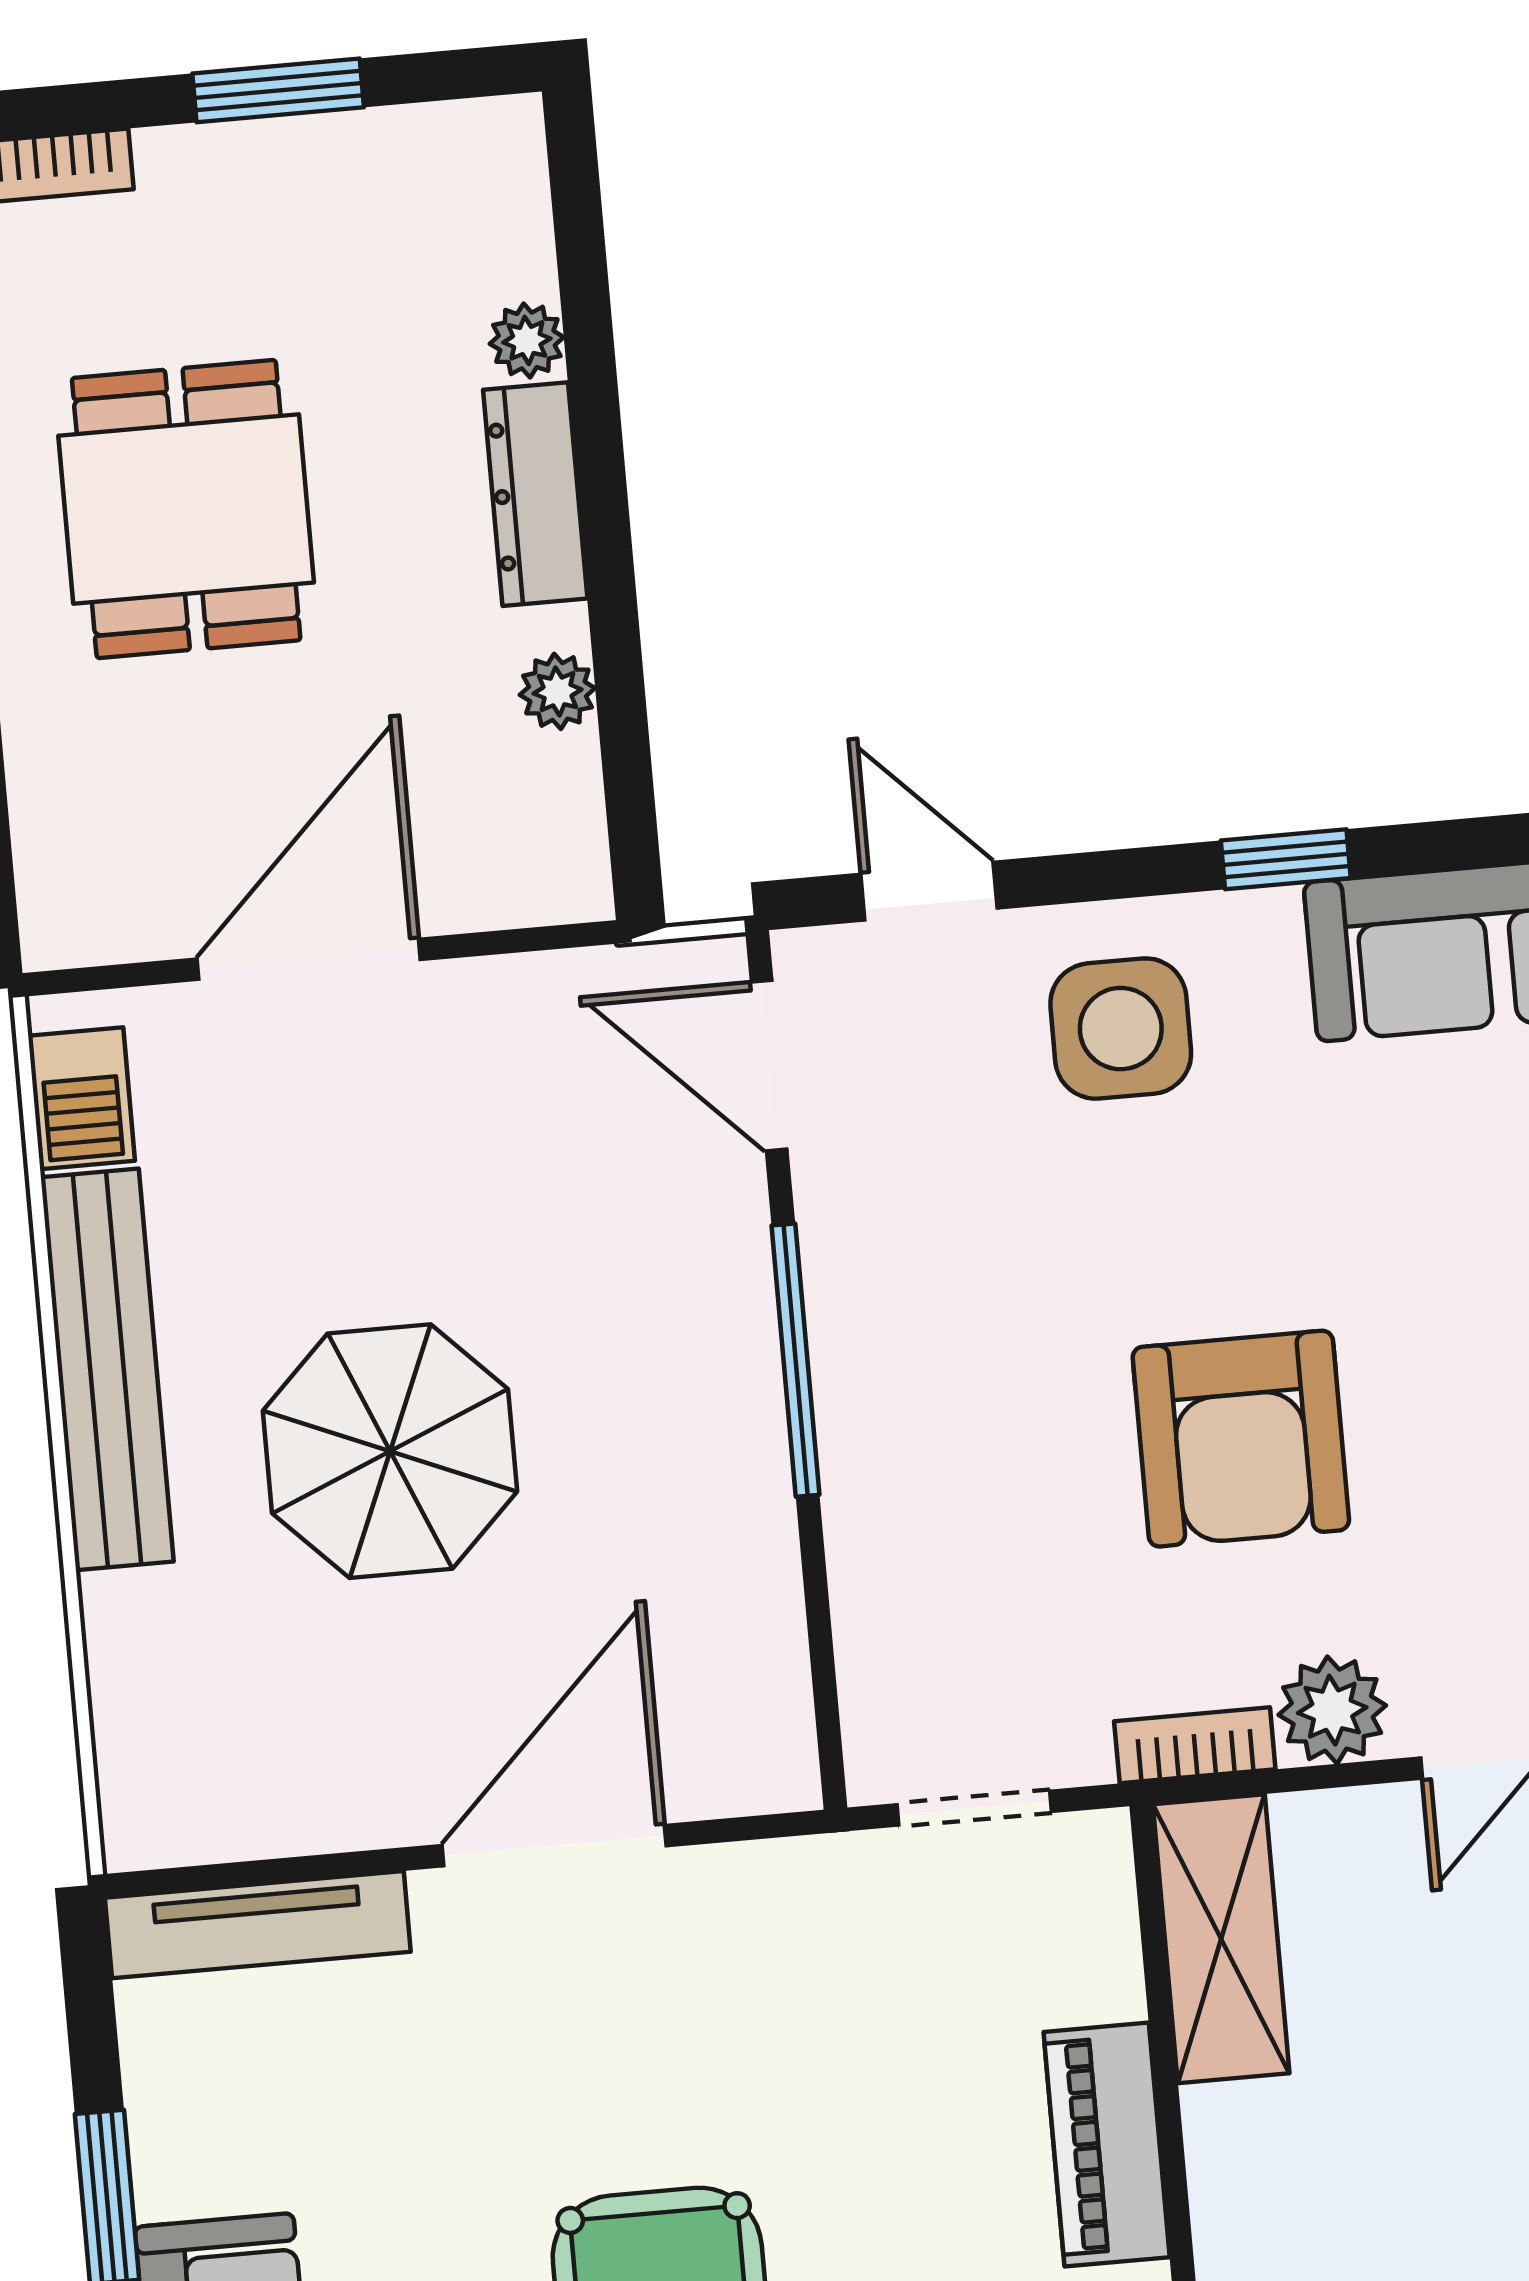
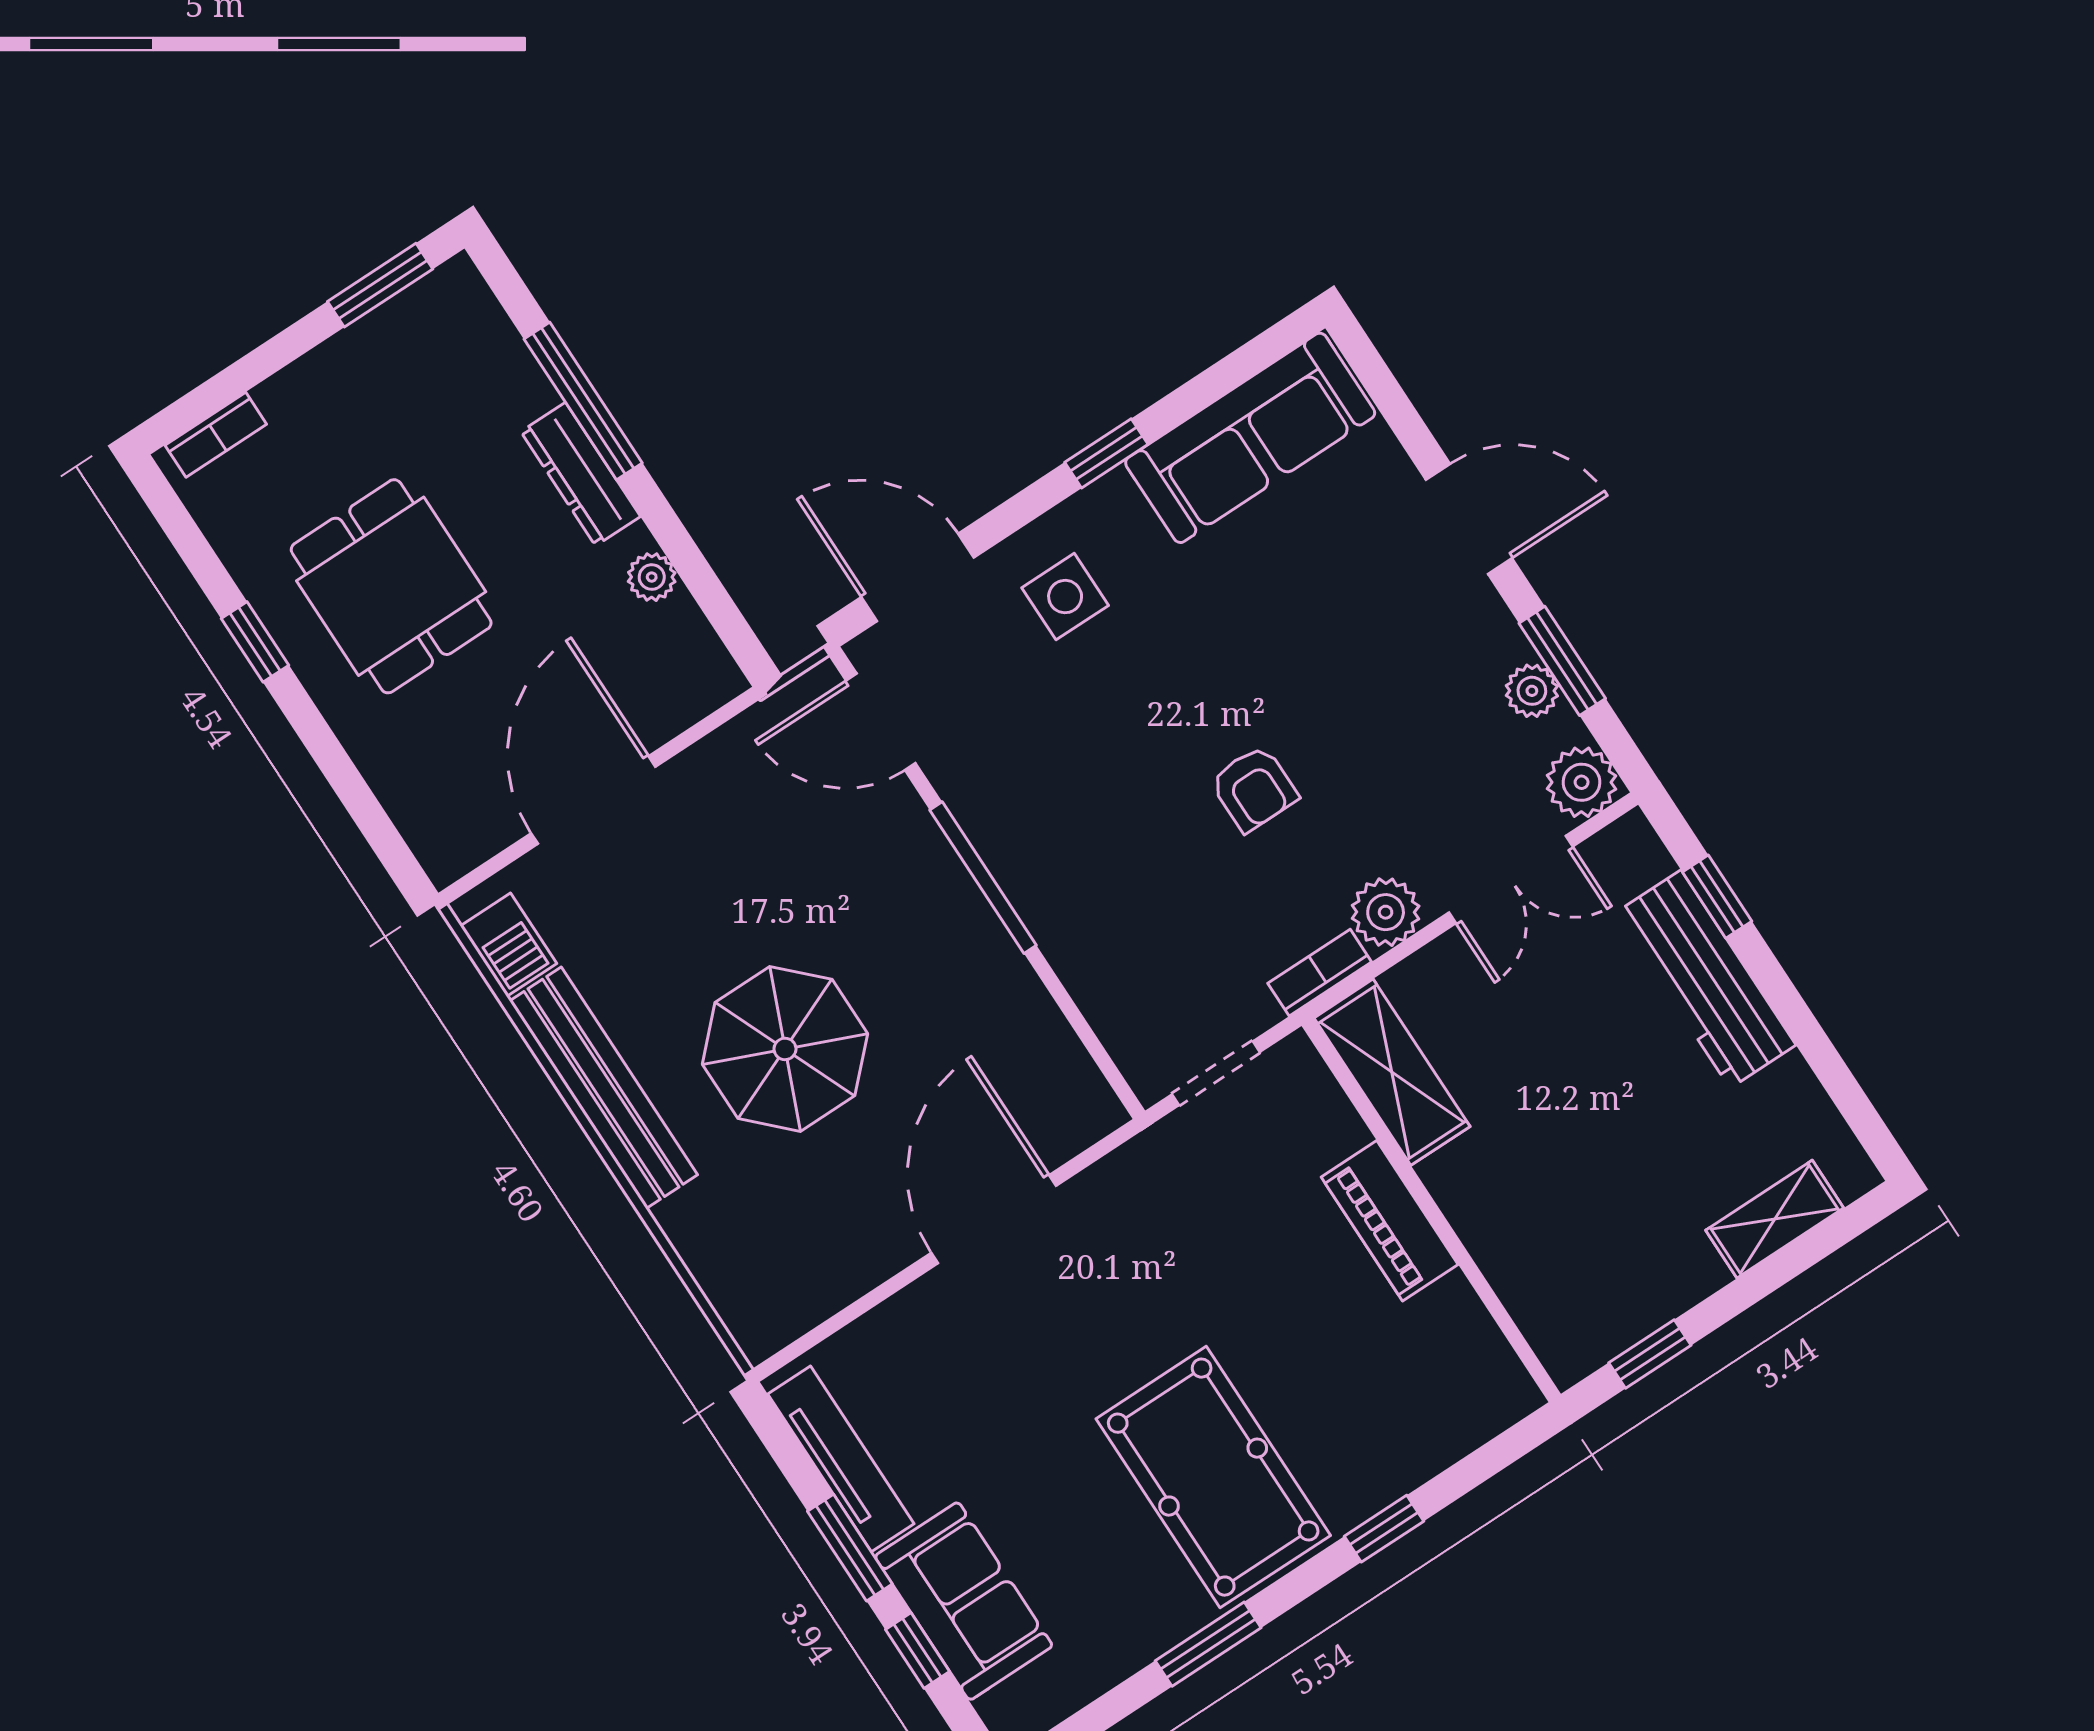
window: (278, 90) -> (380, 285), moved
plant: (527, 340) -> (530, 391), removed
window: (594, 394) -> (583, 401), added
door: (929, 891) -> (918, 577), width x1.38
side table: (1121, 1029) -> (1065, 597), width x0.73, depth x0.73
armchair: (1241, 1439) -> (1254, 789), width x0.53, depth x0.53
tv unit: (258, 1925) -> (841, 1459), moved, turned -90

